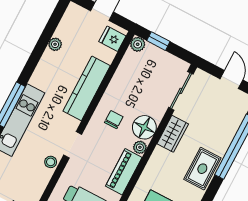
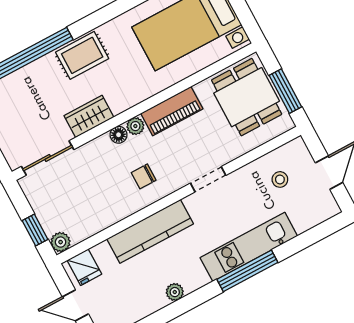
plant: (55, 44) -> (175, 292), moved
floor lamp: (144, 127) -> (119, 135), width x0.53, depth x0.53
stool: (51, 162) -> (280, 179), moved

